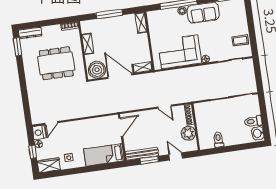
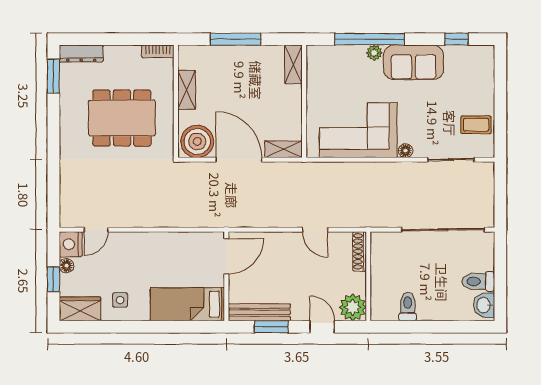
plant: (188, 133) -> (353, 307), moved

